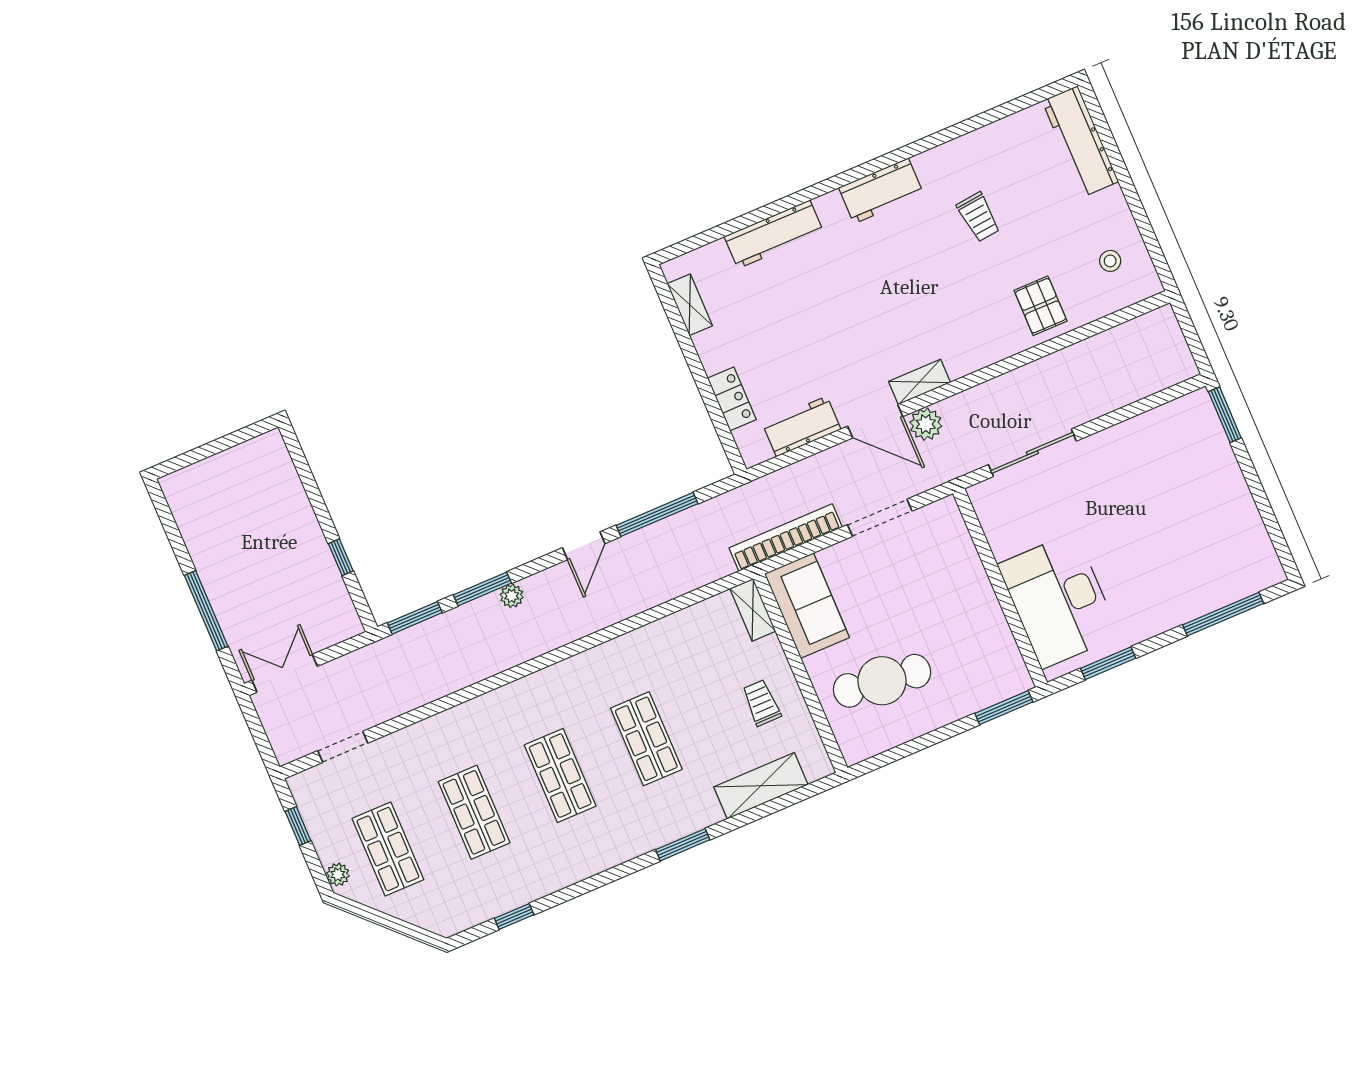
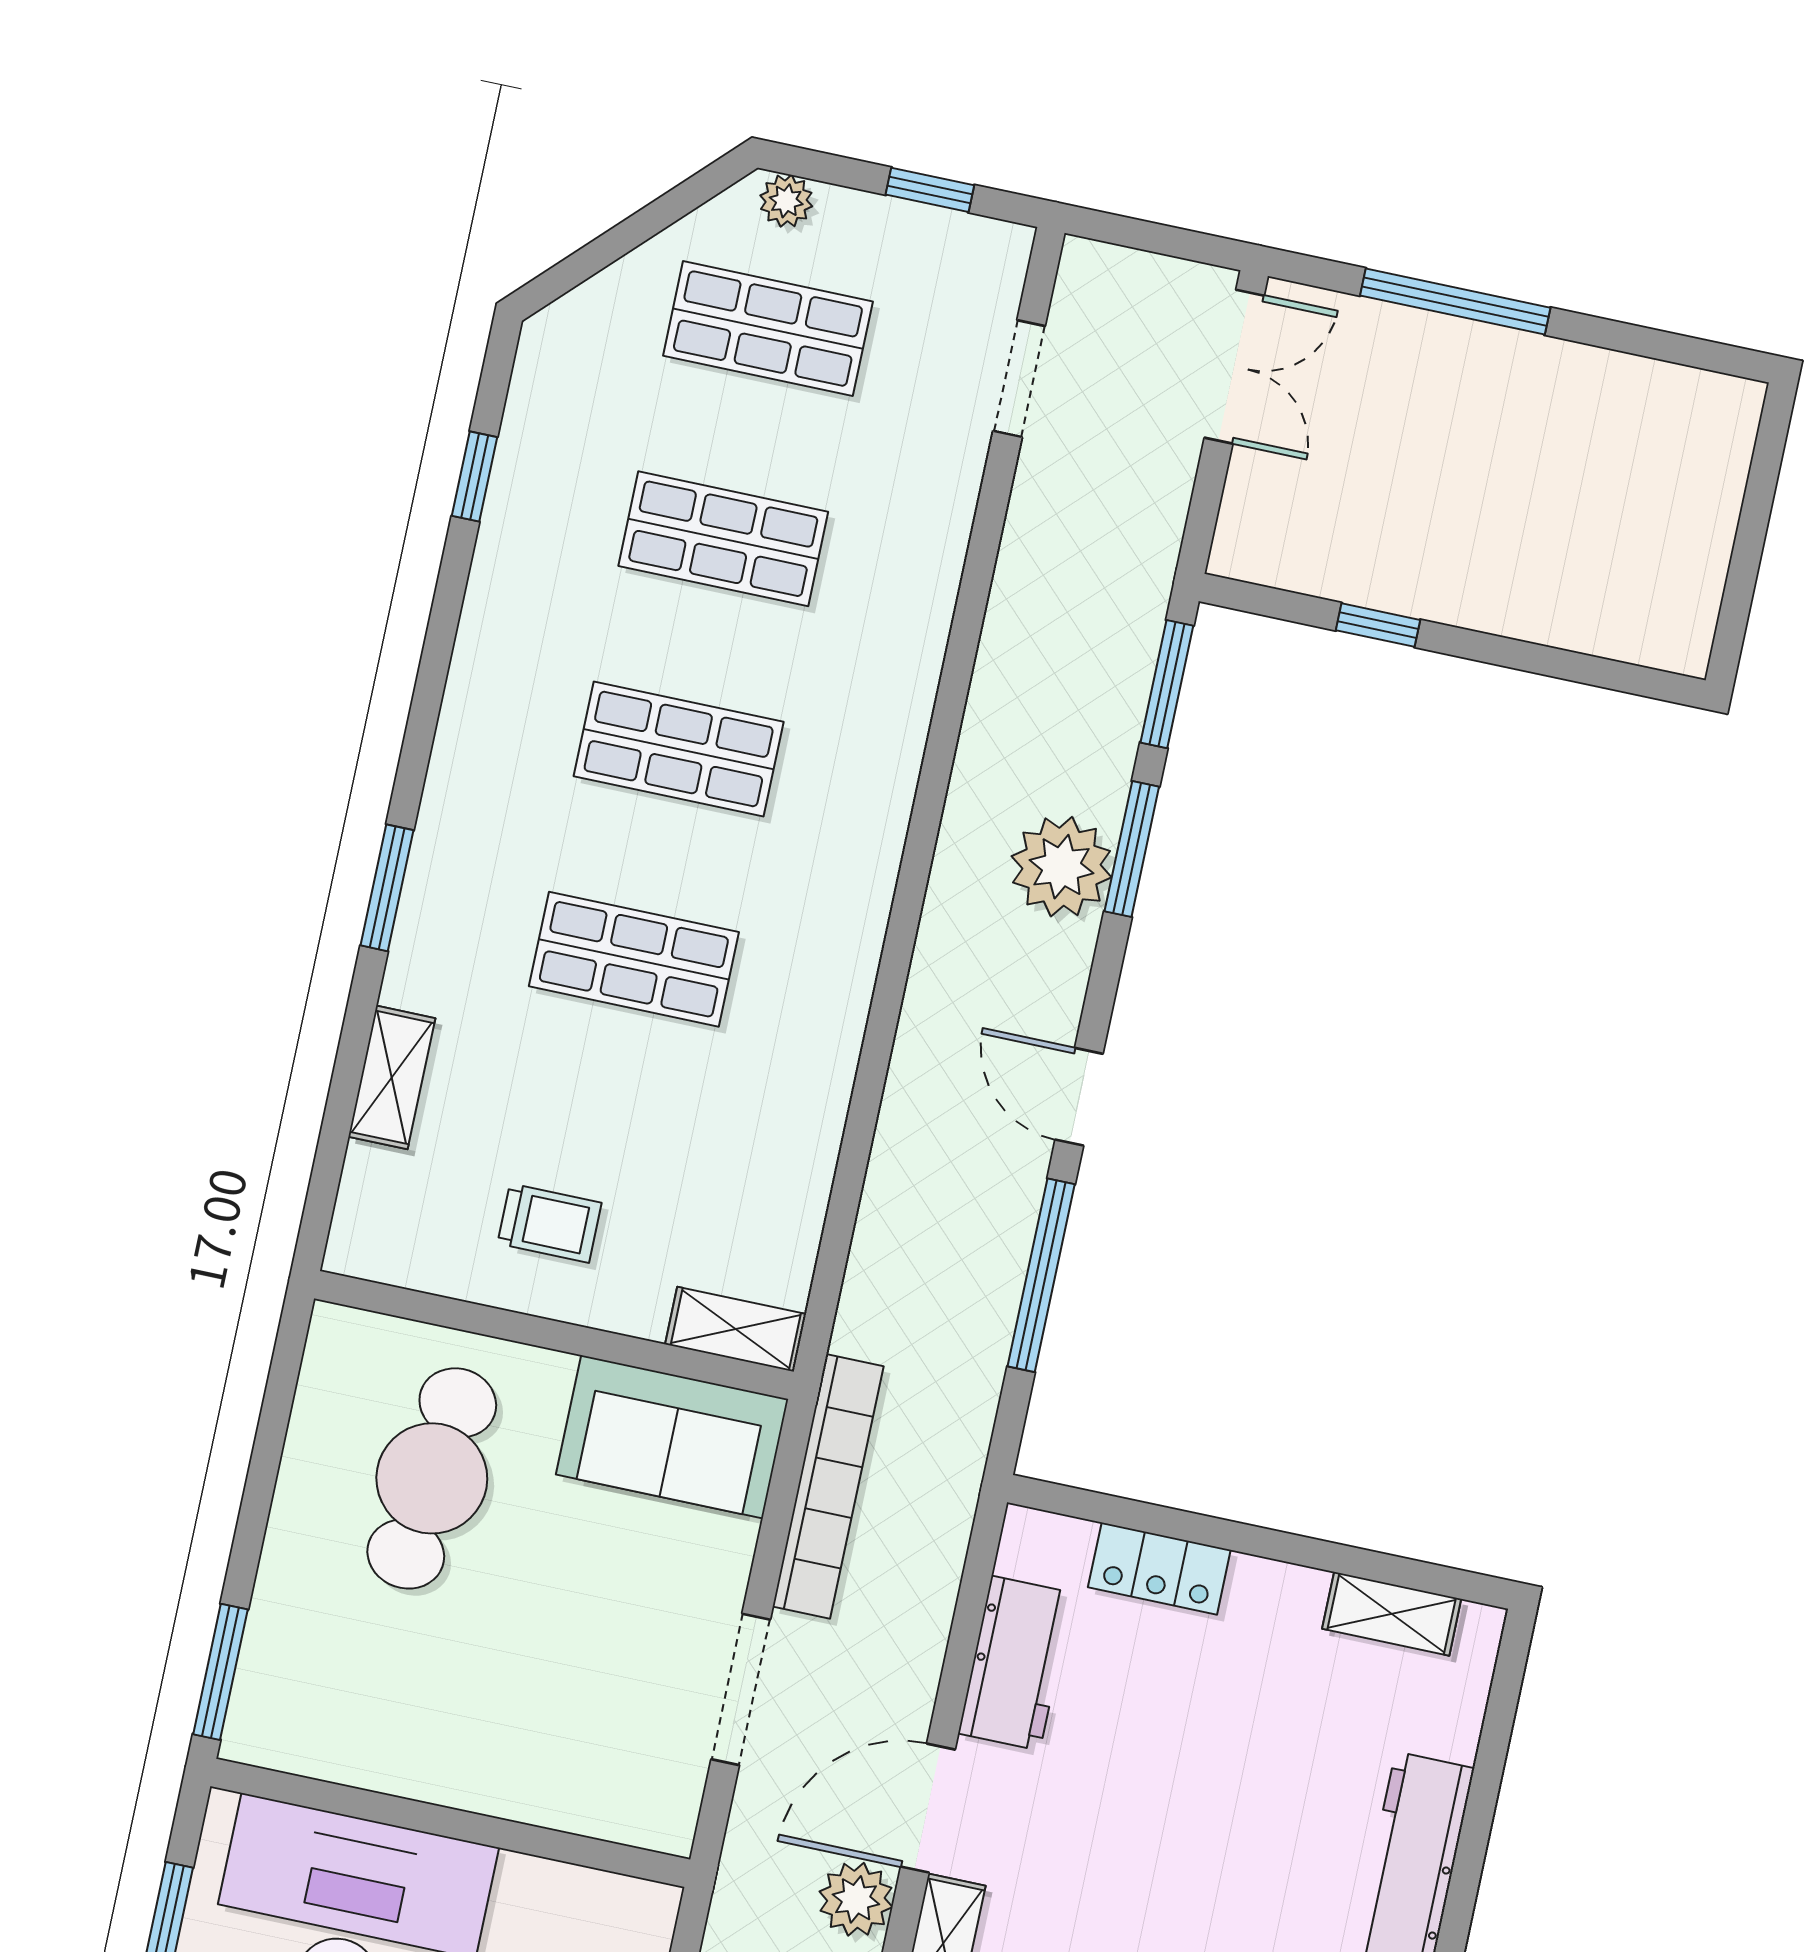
plant: (512, 596) -> (1062, 867), width x1.88, depth x1.88
shelving: (761, 786) -> (392, 1077), width x0.67, depth x0.75

